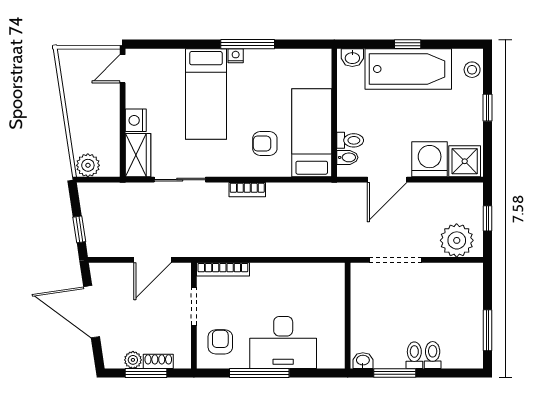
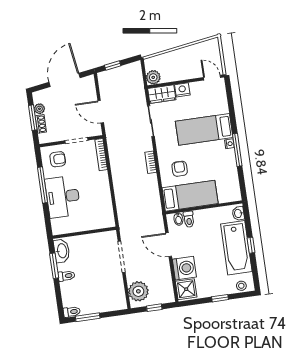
plant: (88, 165) -> (153, 77), moved
toilet: (433, 355) -> (72, 312), moved
washbasin: (363, 361) -> (62, 251), width x1.91, depth x1.45

